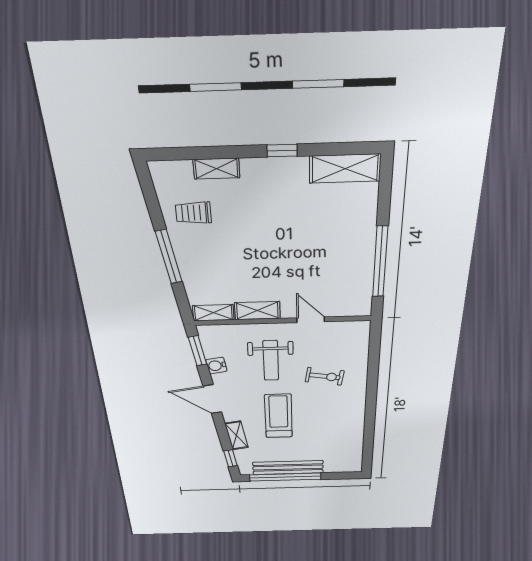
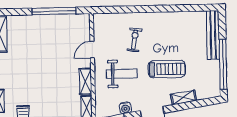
treadmill: (278, 416) -> (167, 69), turned 180
window: (230, 458) -> (205, 102), removed
bench: (288, 468) -> (213, 35), moved

